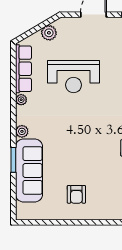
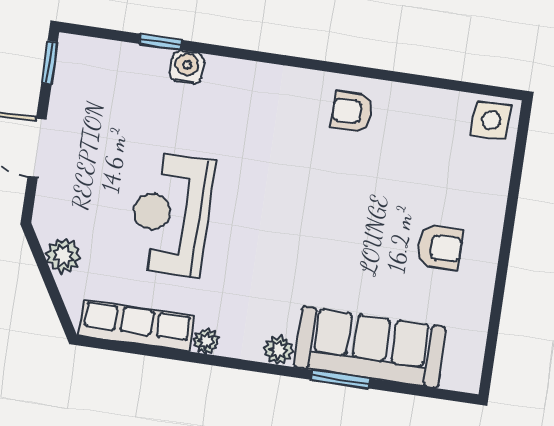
reception desk: (74, 77) -> (171, 214), turned 180

